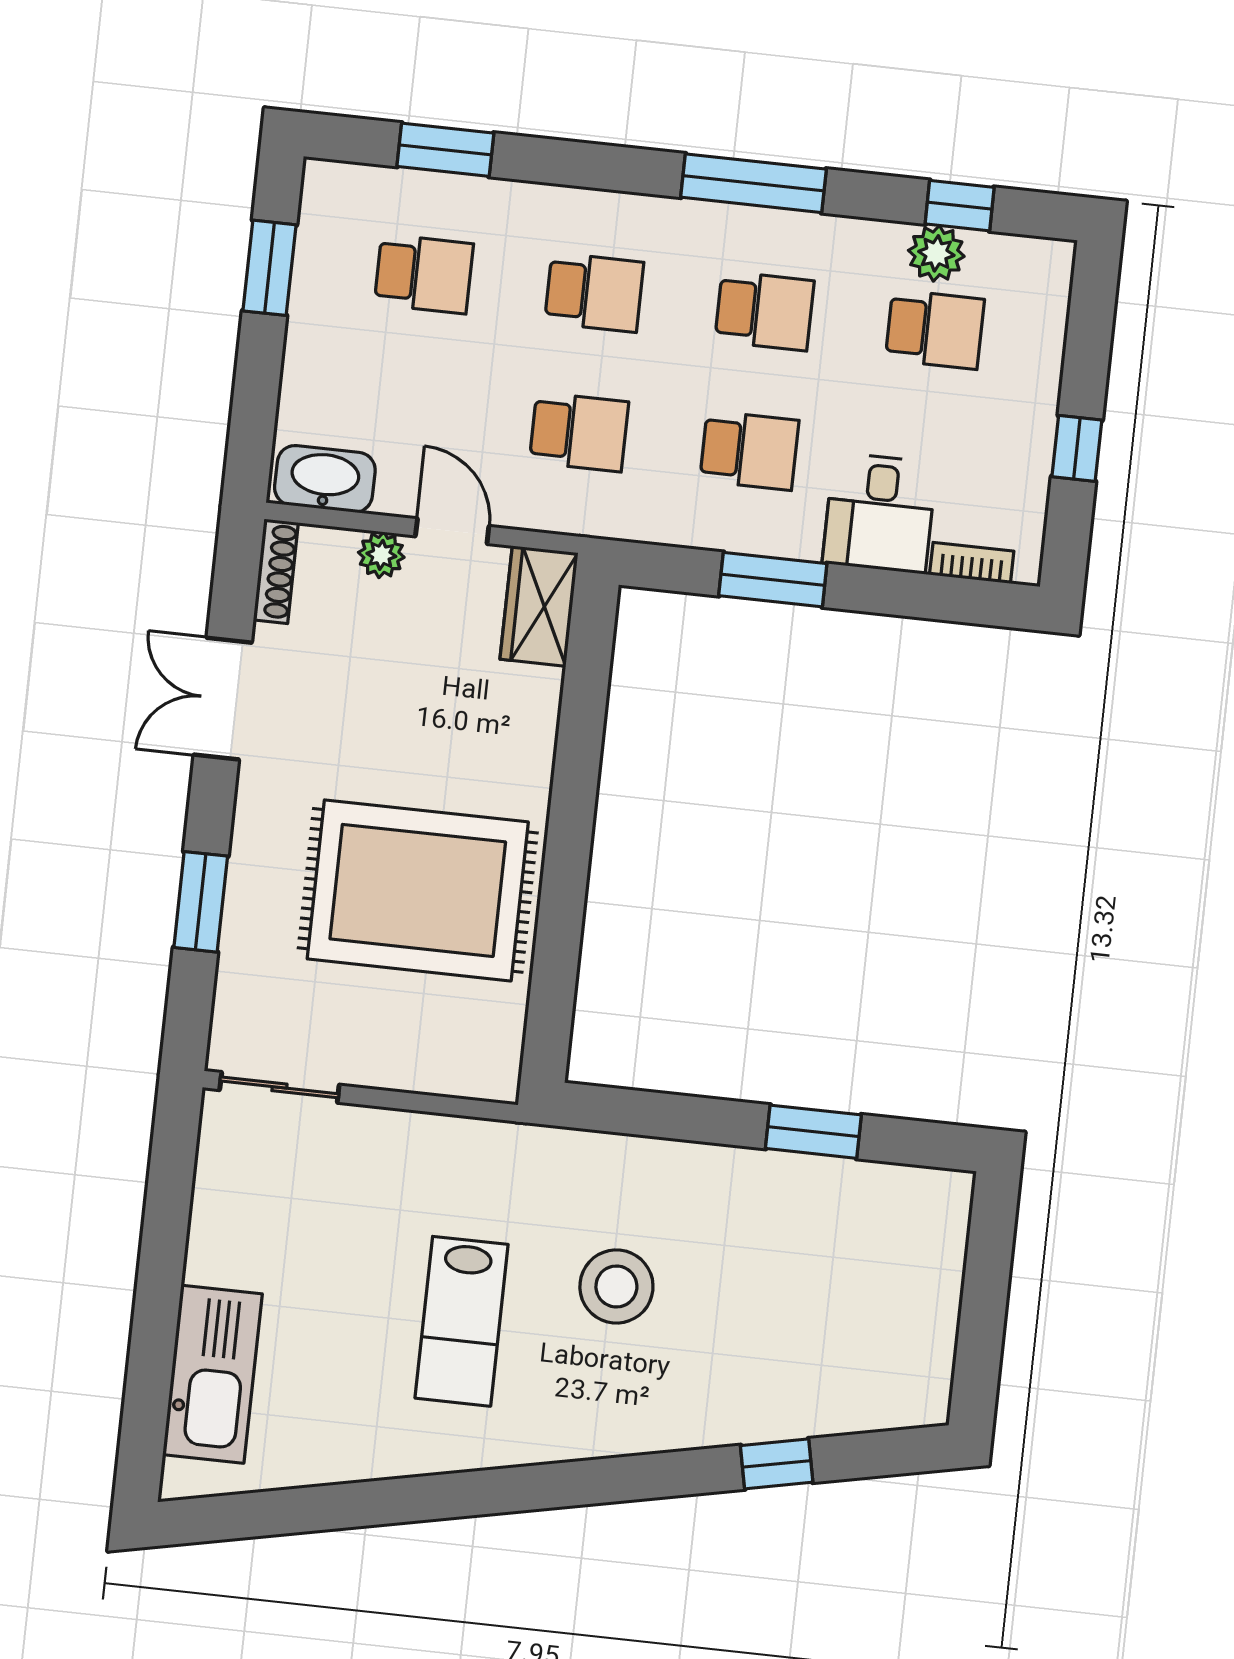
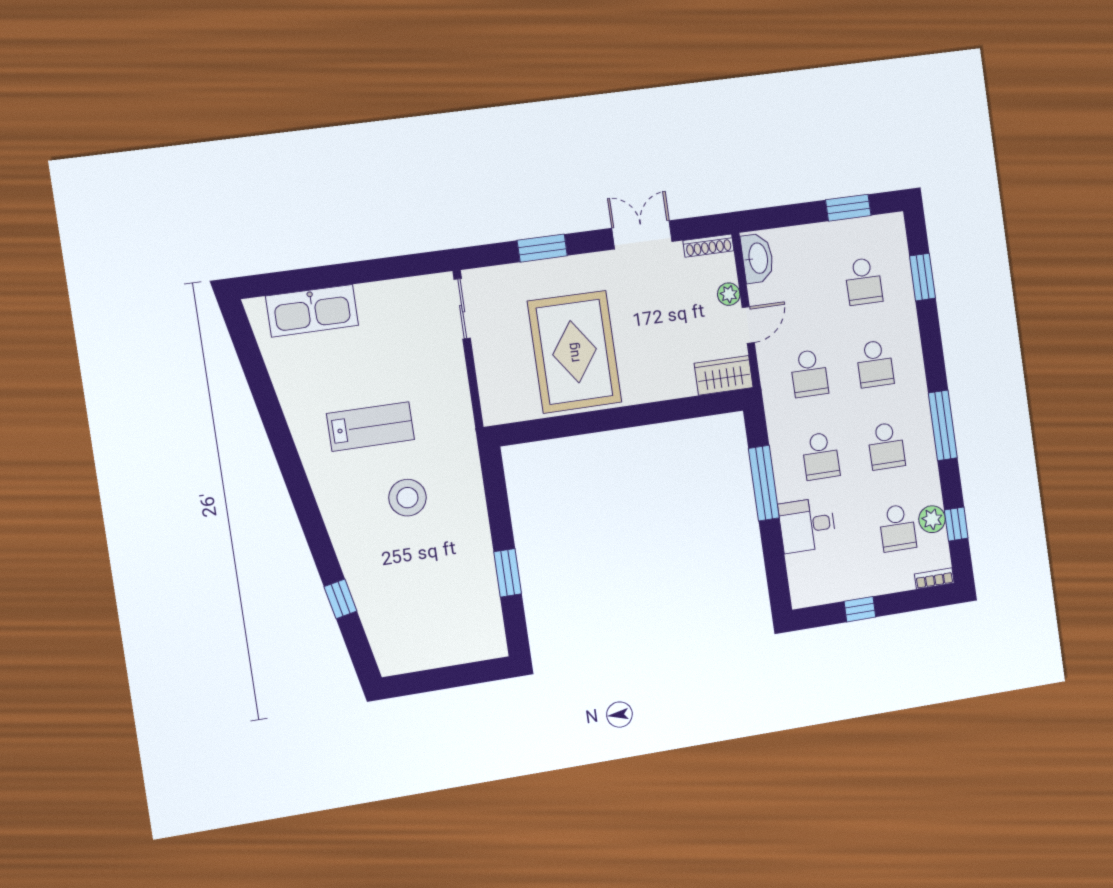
bookcase: (972, 563) -> (934, 578), moved, turned -90
window: (773, 580) -> (764, 483), width x1.44
lab bench: (462, 1321) -> (371, 427), turned 180

